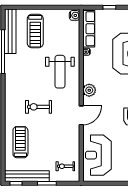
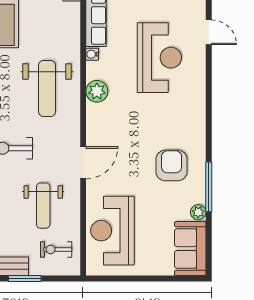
plant: (89, 90) -> (97, 91), moved
weight bench: (58, 140) -> (43, 206), added

